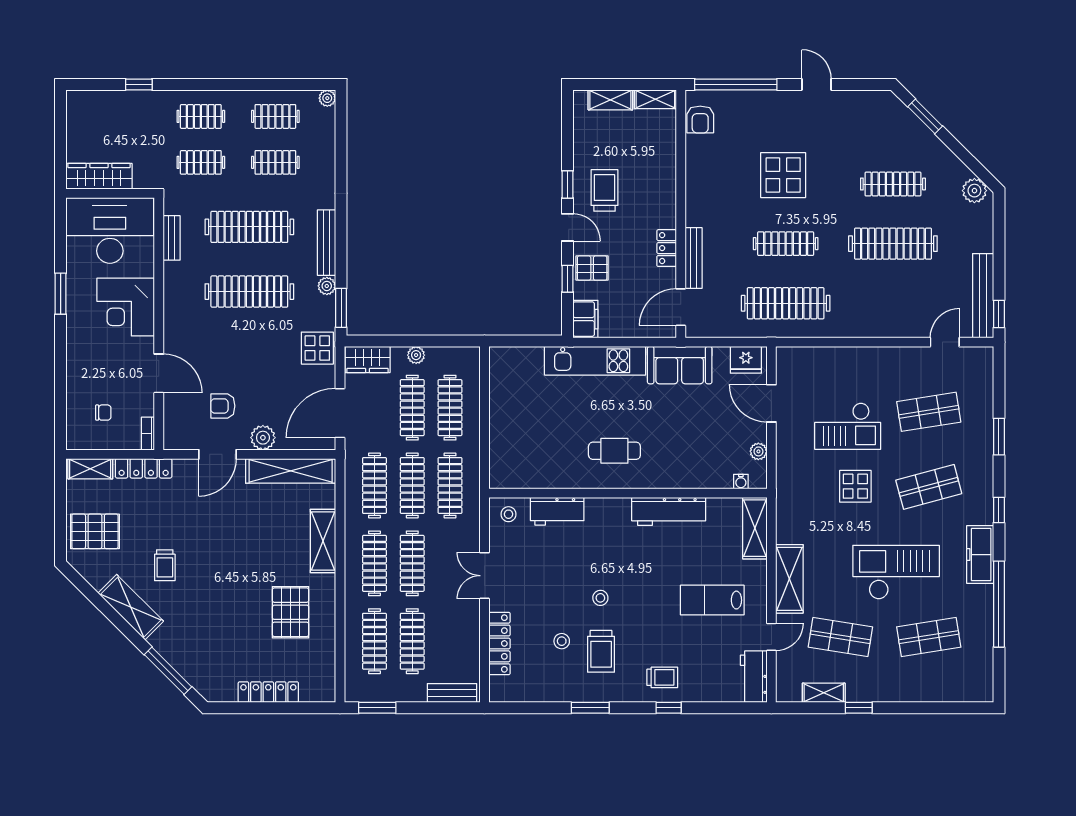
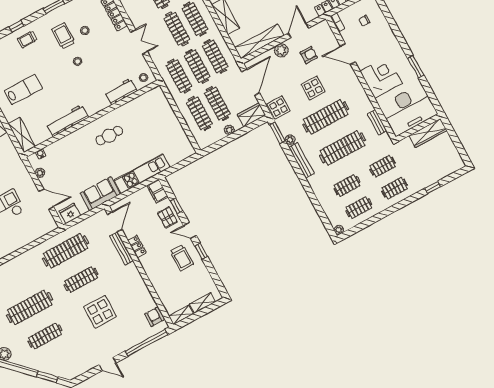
pallet: (592, 268) -> (167, 217), turned 90
display table: (244, 349) -> (313, 88), added

